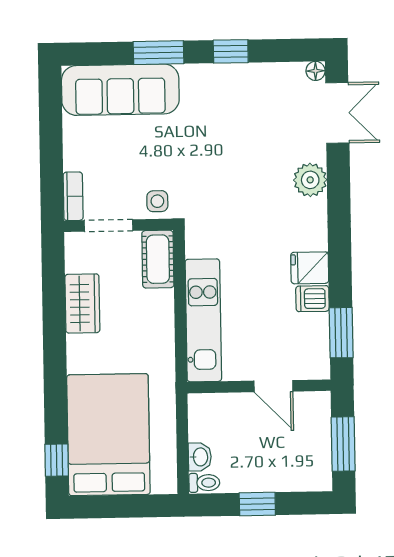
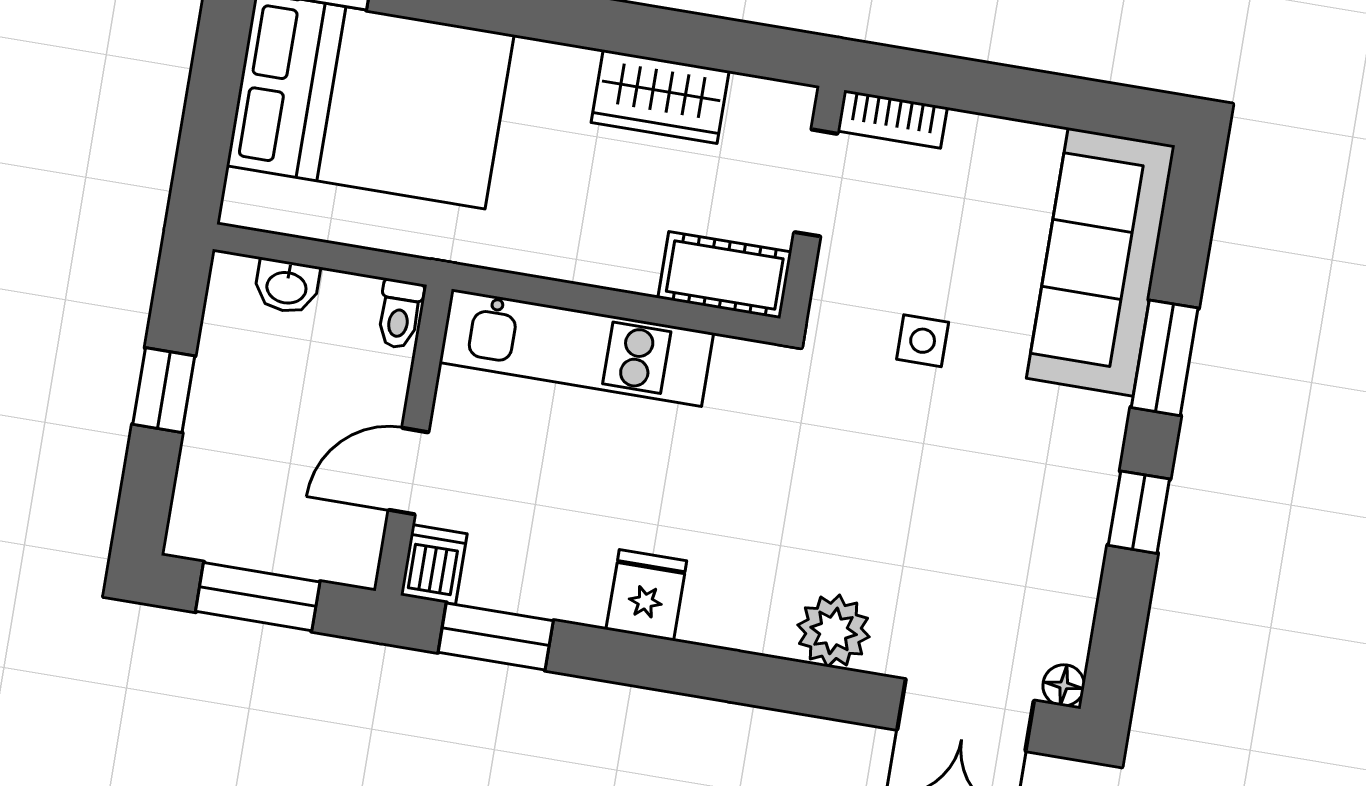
side table: (157, 201) -> (923, 341), moved
dishwasher: (312, 299) -> (434, 565), moved
toilet: (204, 483) -> (399, 314), moved

